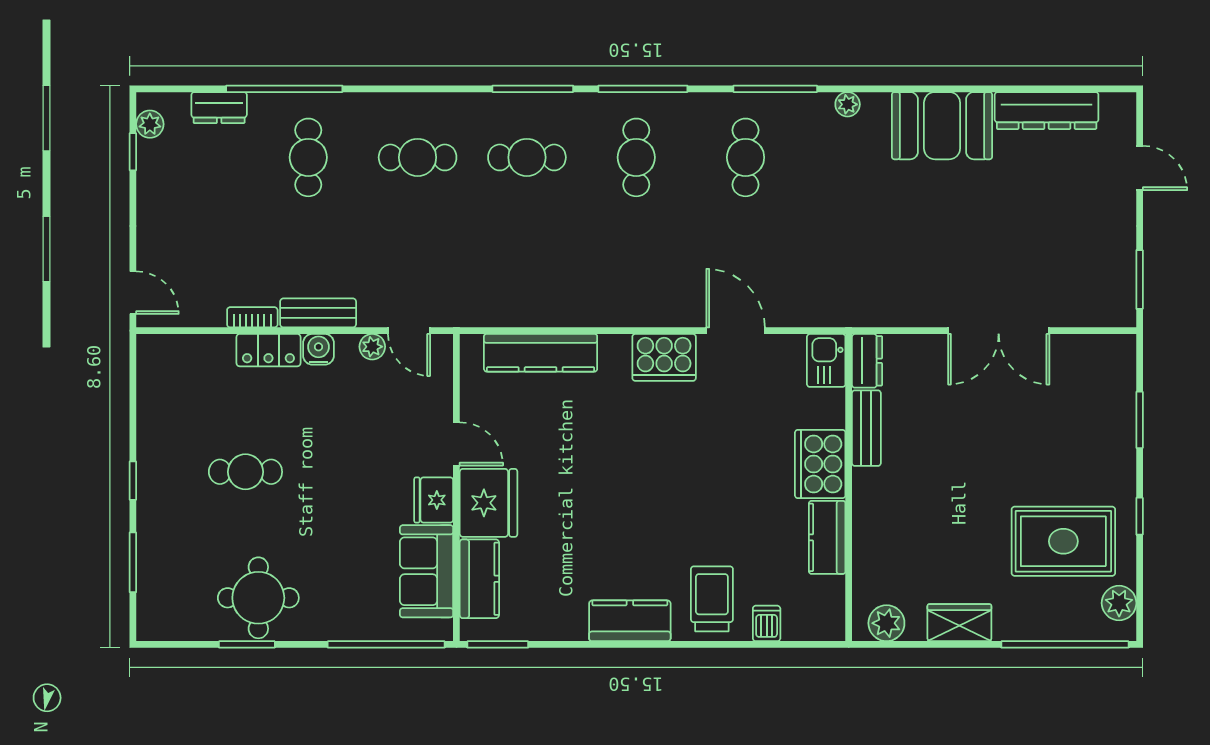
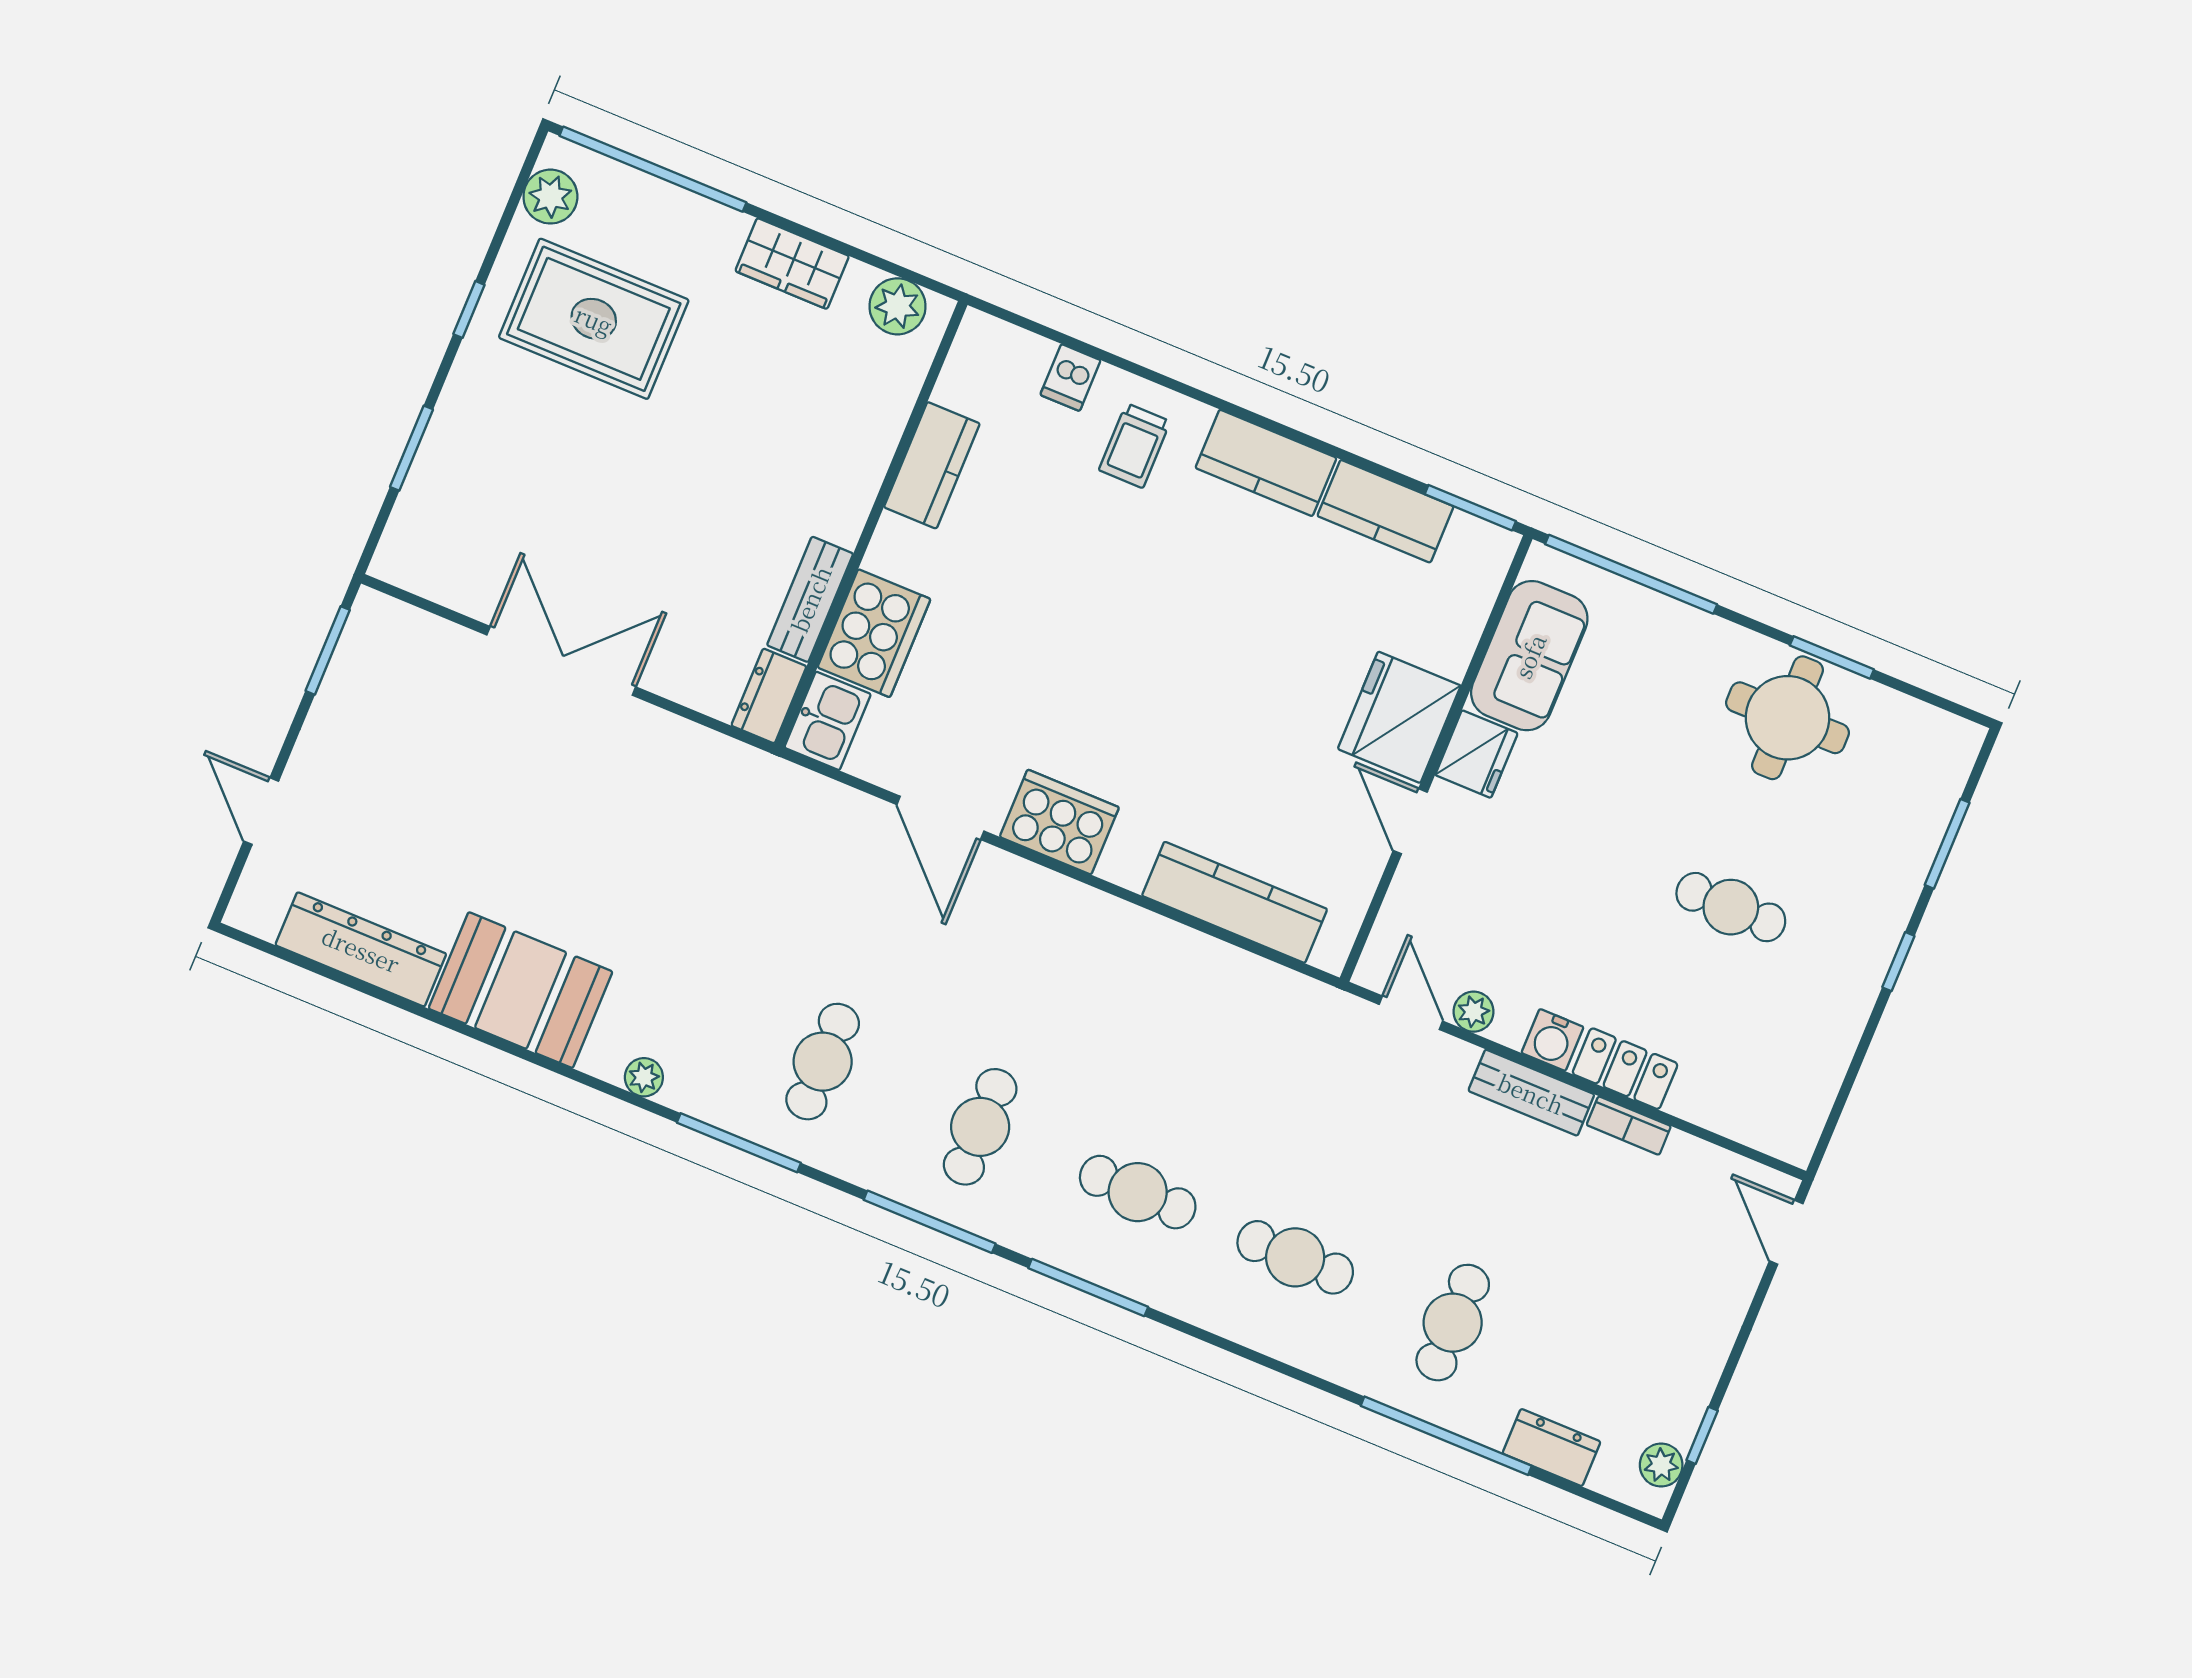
cooker: (820, 464) -> (874, 633), moved
kitchen counter: (479, 579) -> (1385, 511), moved, turned -90
trolley: (712, 599) -> (1135, 446), width x0.73, depth x0.72

